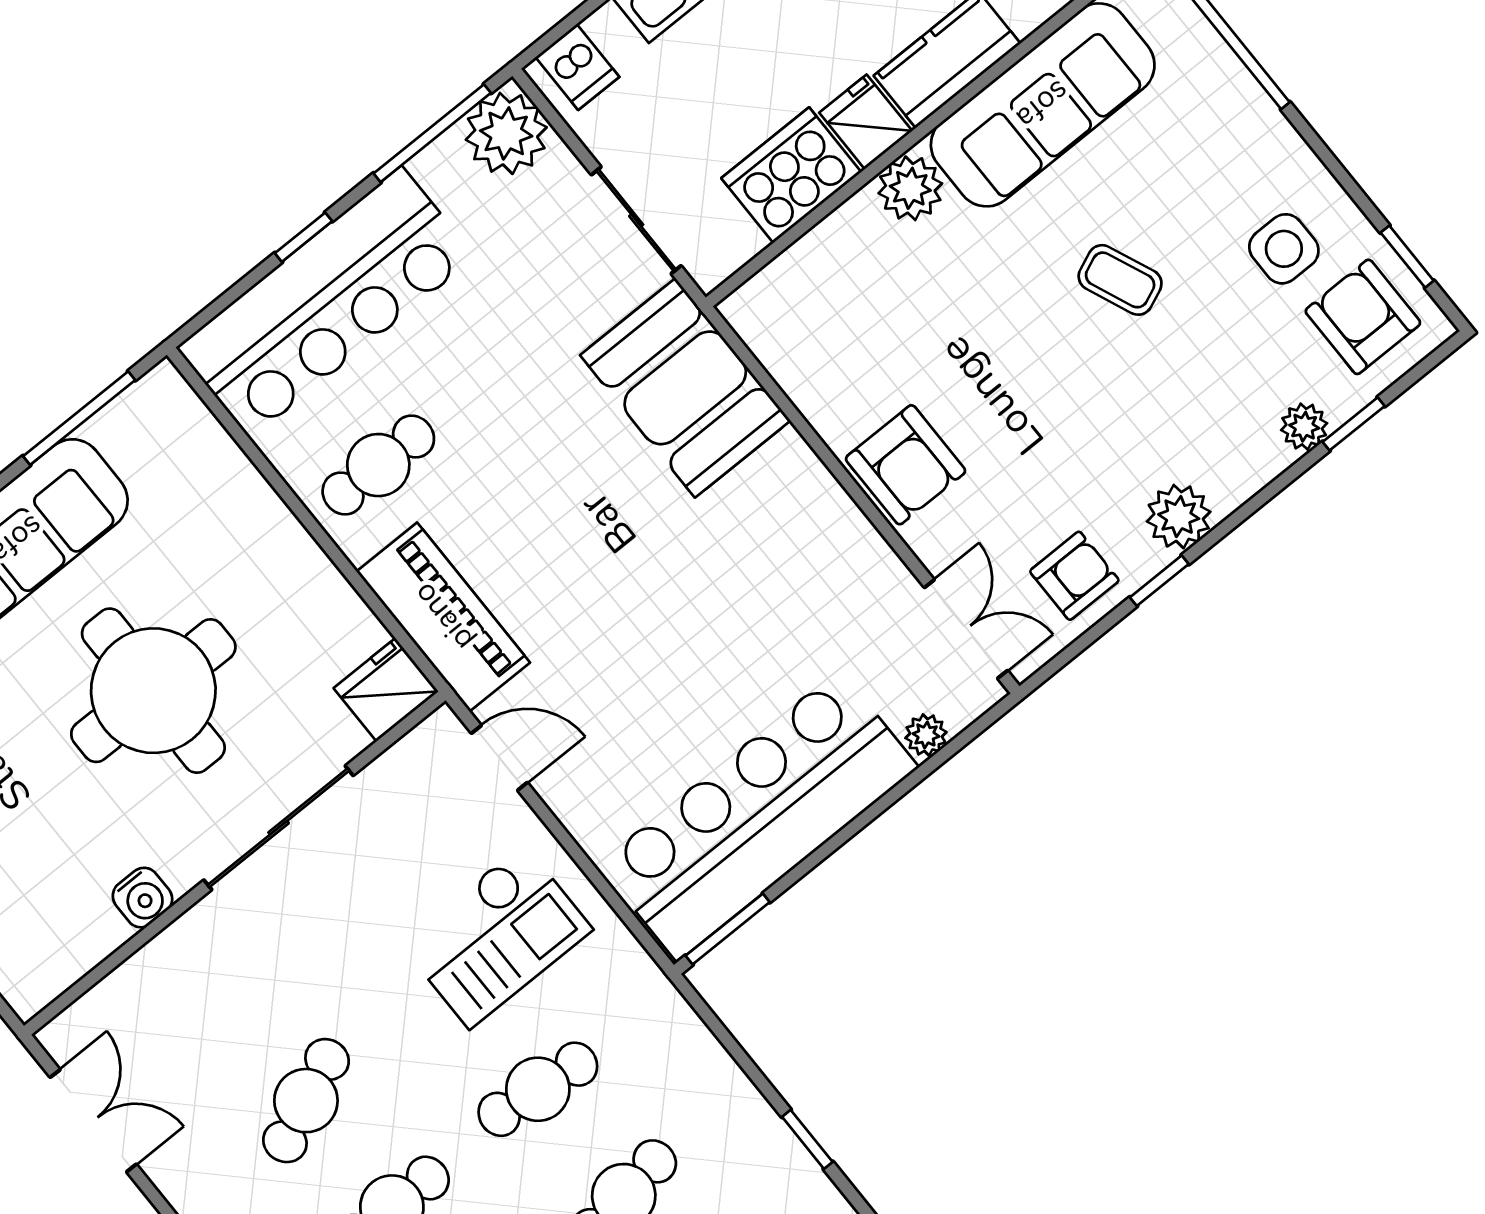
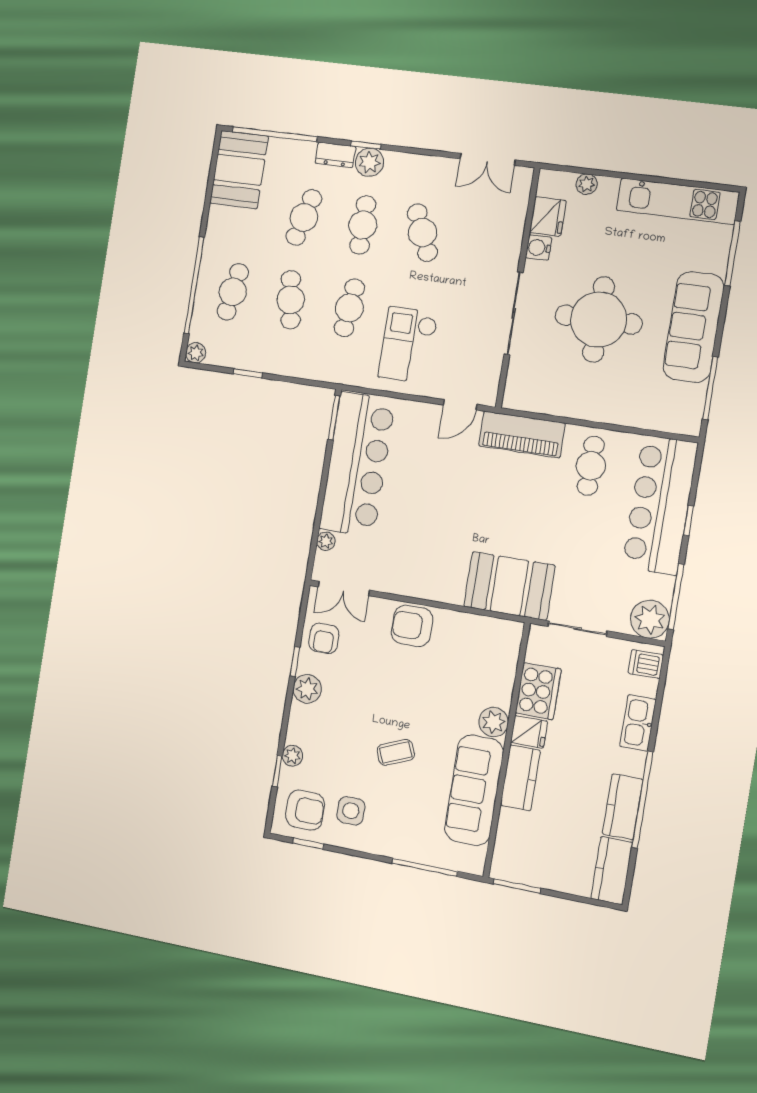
fridge: (386, 690) -> (548, 217), moved

